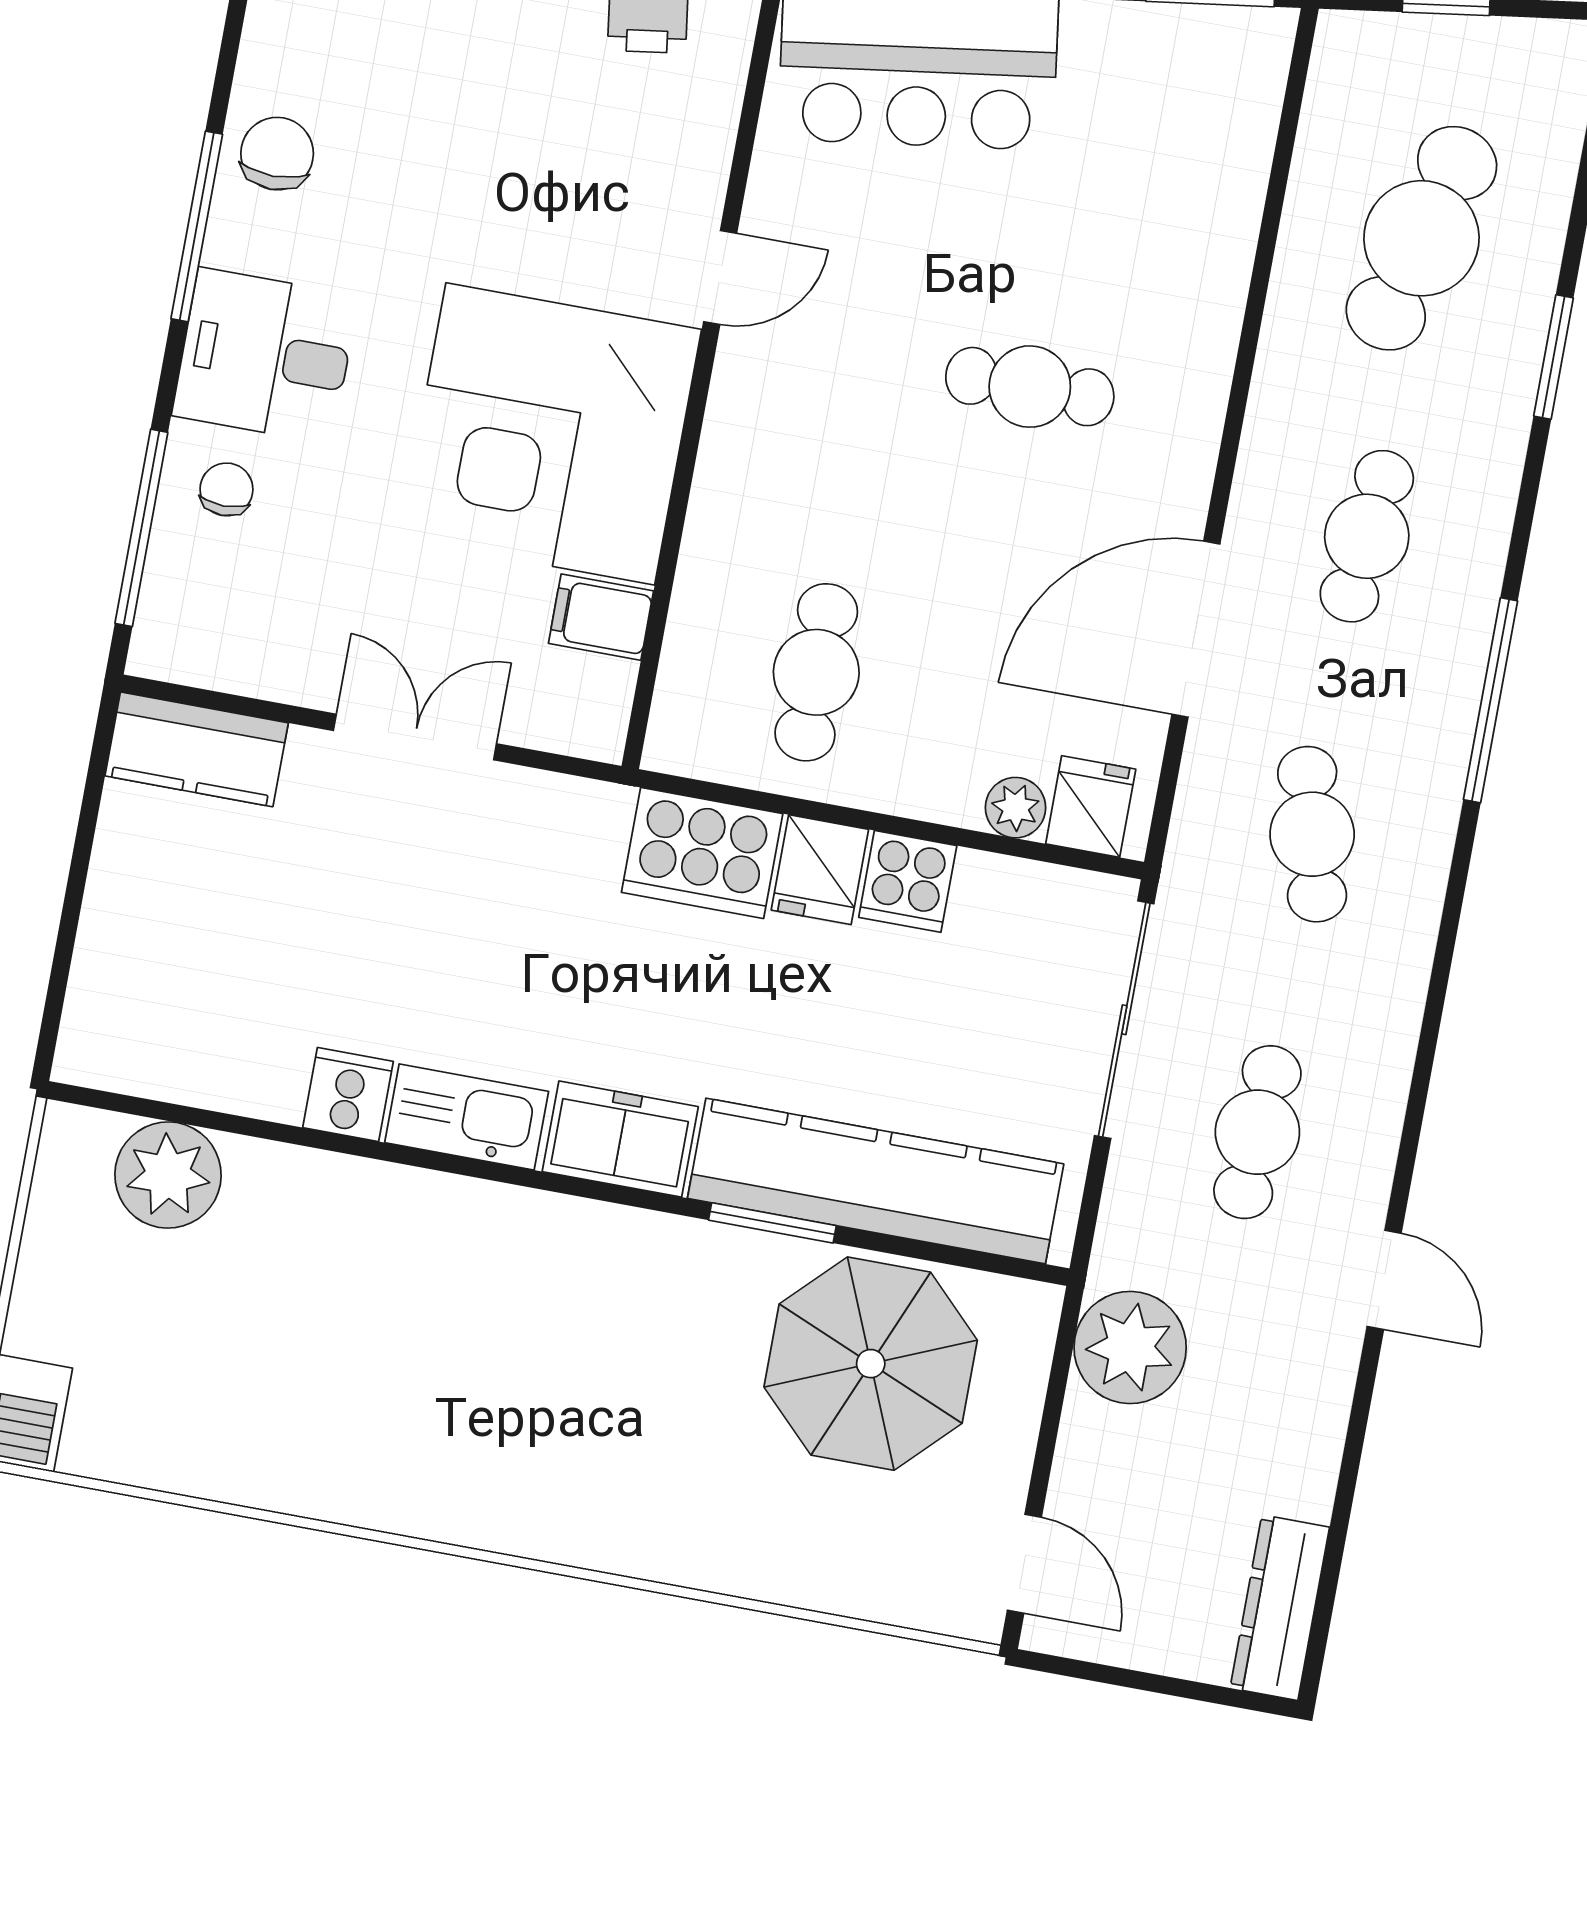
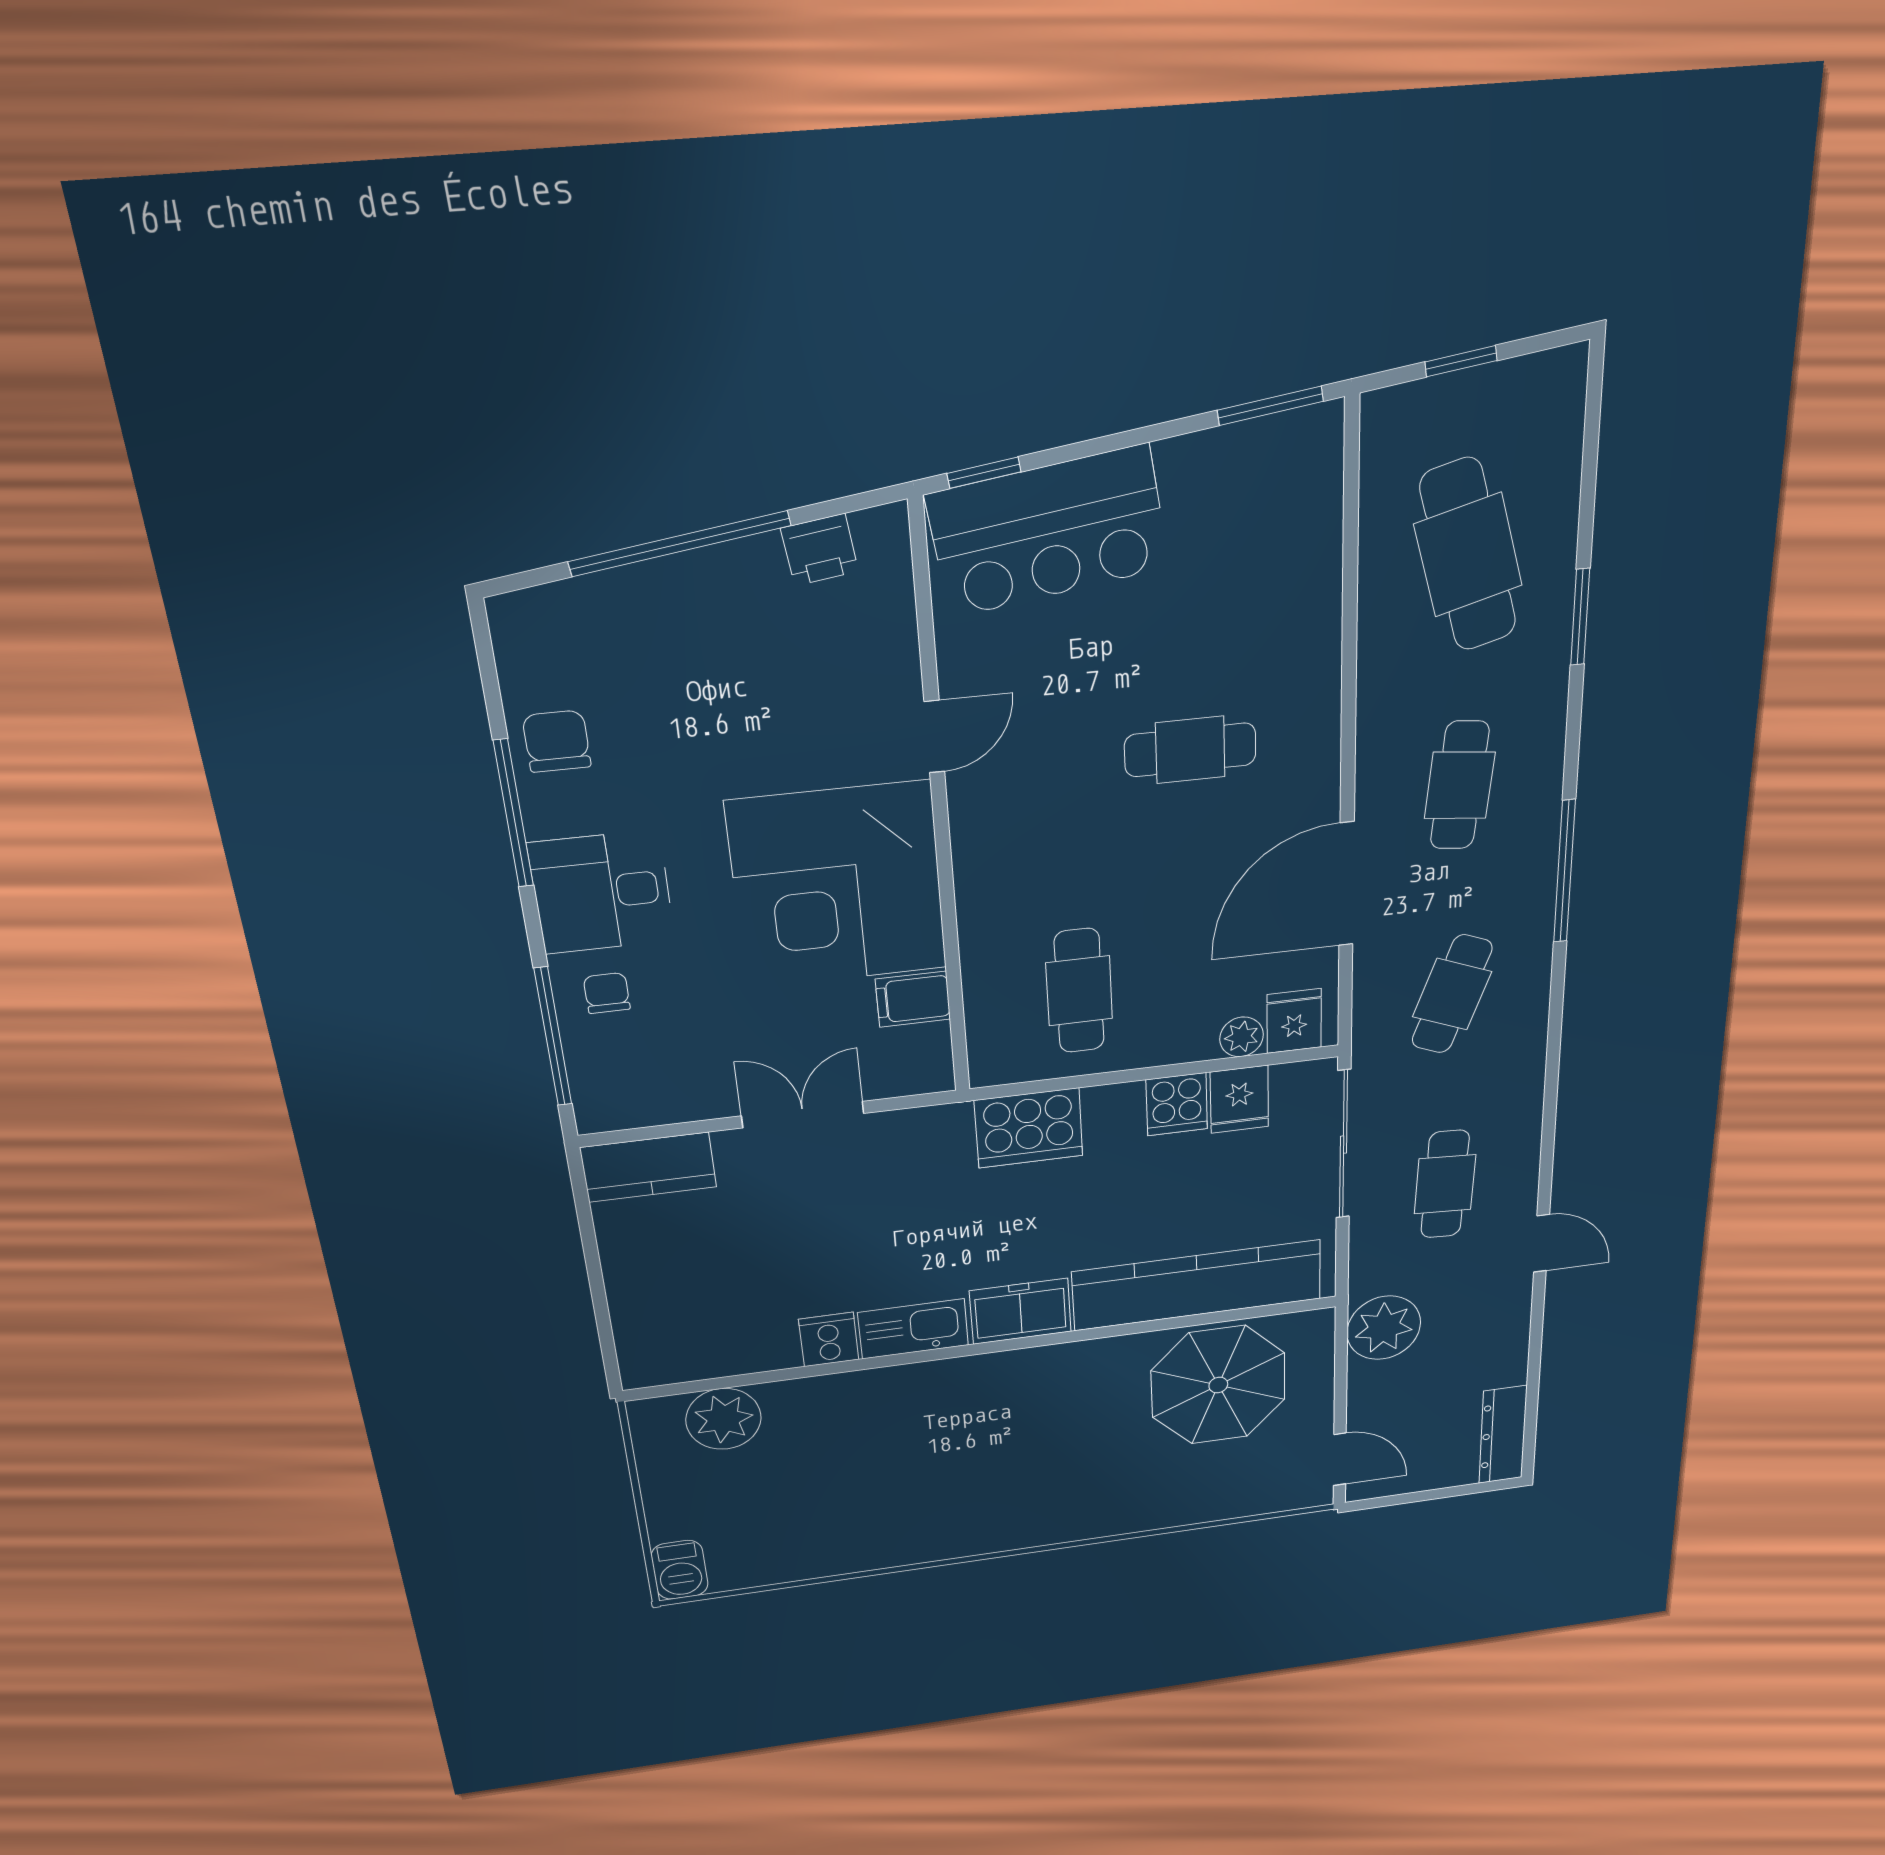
cafe table: (1421, 238) -> (1468, 555), turned -30
cafe table: (1312, 834) -> (1452, 994), turned 36
fridge: (820, 870) -> (1239, 1099), moved
window: (772, 1223) -> (1135, 1328), removed

